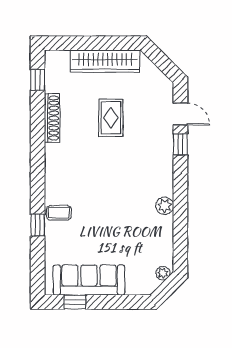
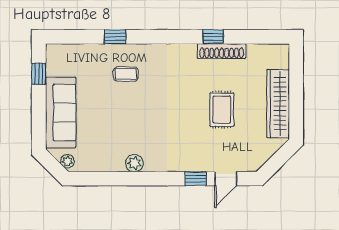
window: (38, 80) -> (213, 37), moved
rug: (111, 118) -> (222, 110), turned 90
coffee table: (59, 213) -> (126, 74), moved, turned 90
sofa: (89, 280) -> (61, 112), moved

